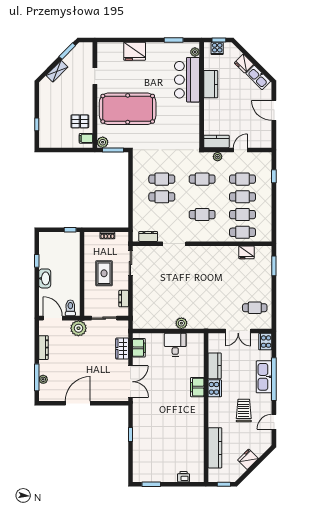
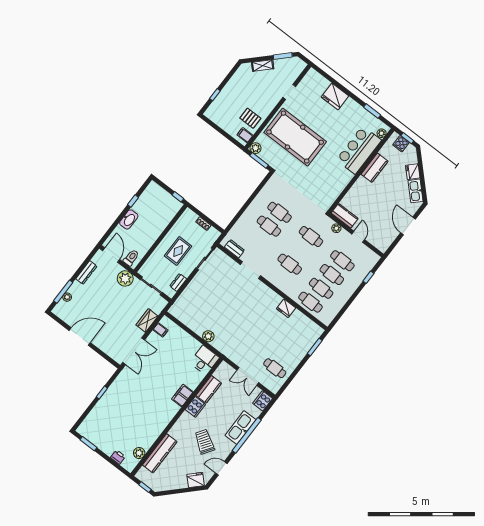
door: (240, 150) -> (358, 237), hinge flipped
fridge: (246, 252) -> (286, 308), moved
desk: (175, 345) -> (205, 360), moved
filing cabinet: (139, 348) -> (161, 330), width x0.50
trolley: (244, 411) -> (205, 442), turned -56
fridge: (248, 459) -> (196, 480), moved
plant: (198, 460) -> (139, 453), added

